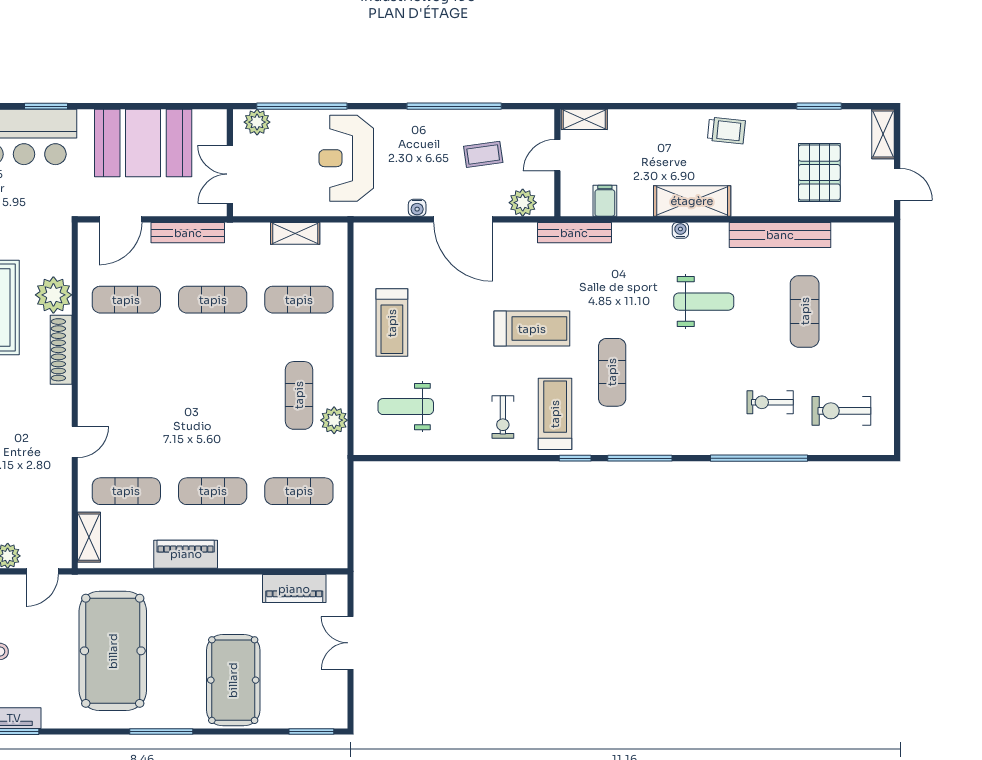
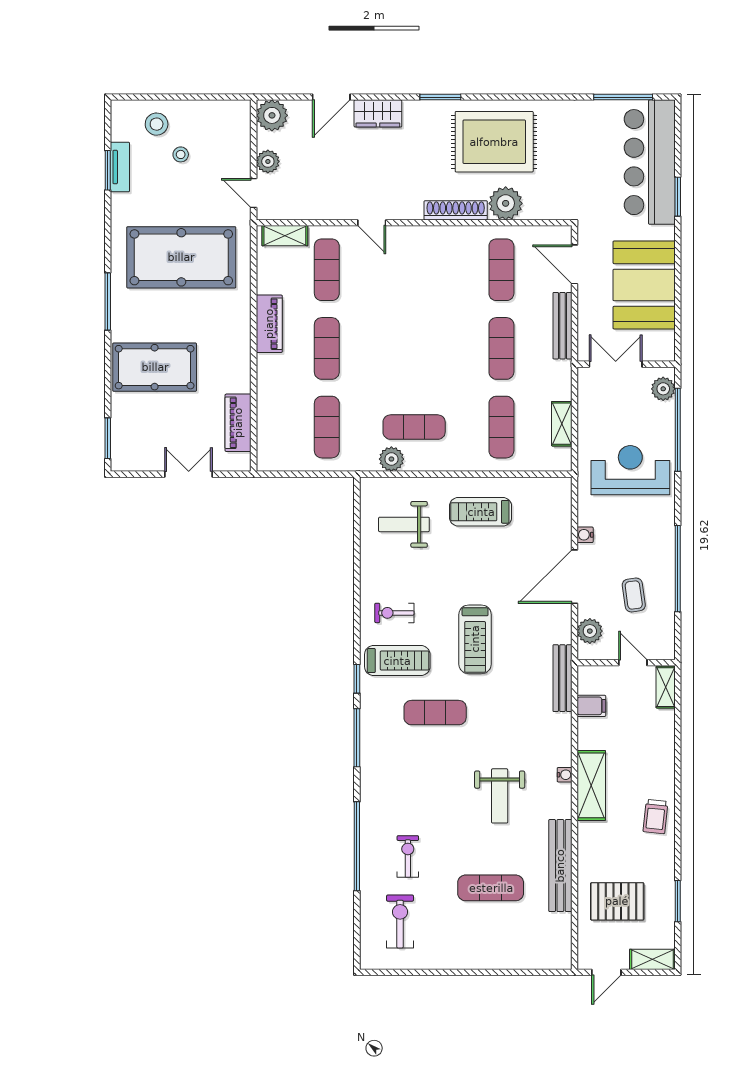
weight bench: (406, 407) -> (404, 524), turned -90

